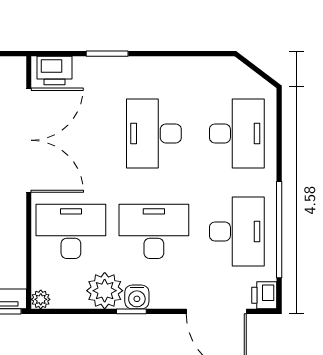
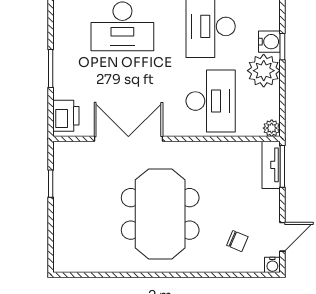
double door: (29, 140) -> (128, 139), width x0.73
desk: (71, 231) -> (211, 101), turned 180

